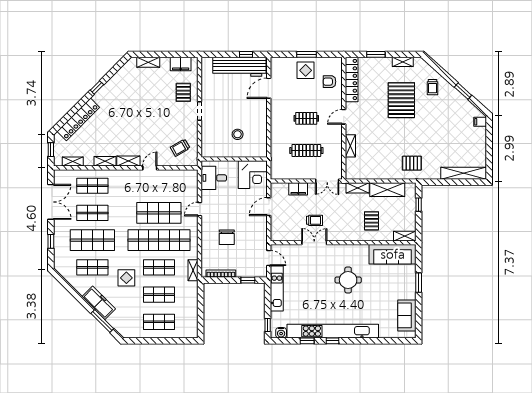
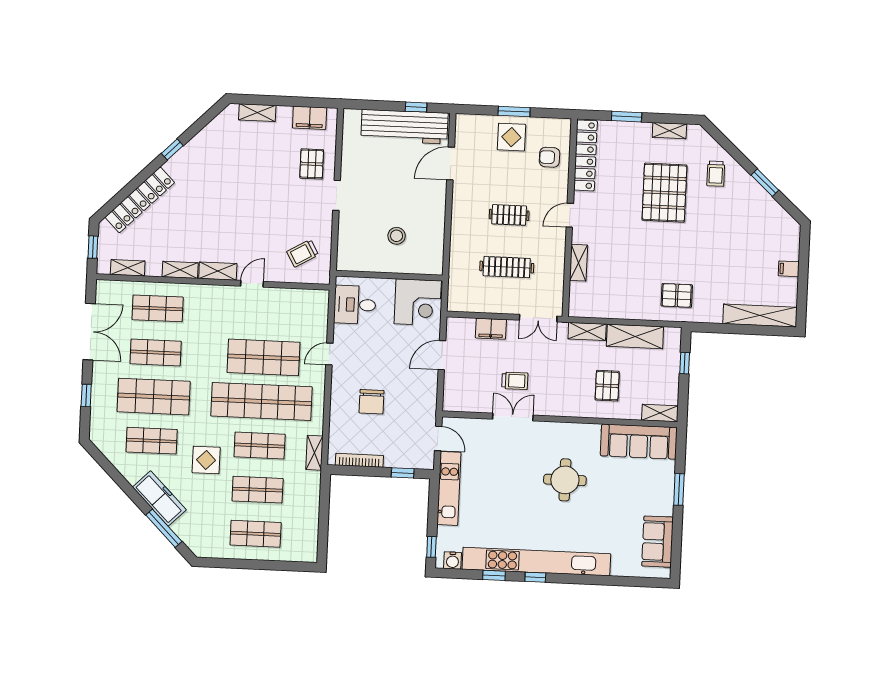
filing cabinet: (480, 122) -> (789, 269), moved

